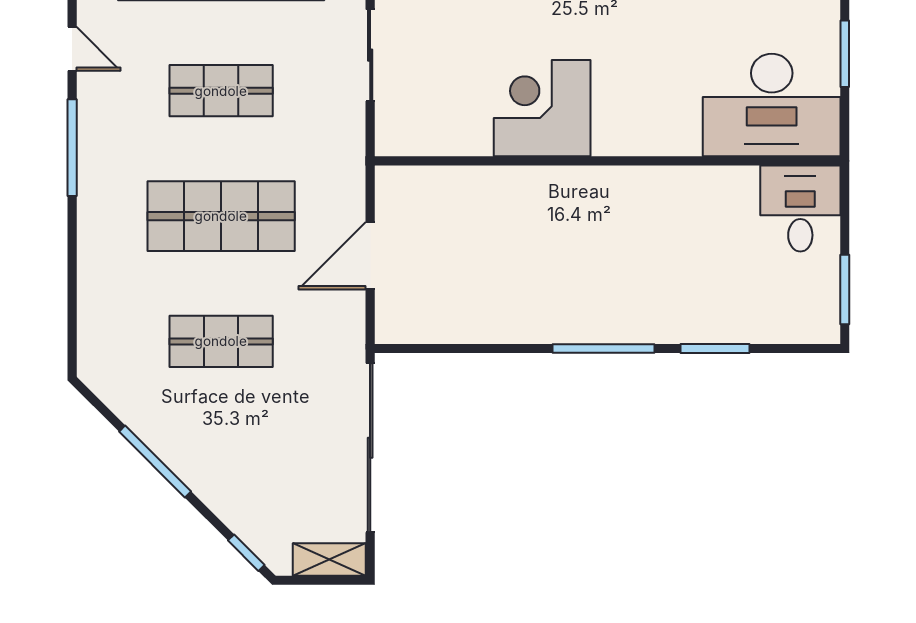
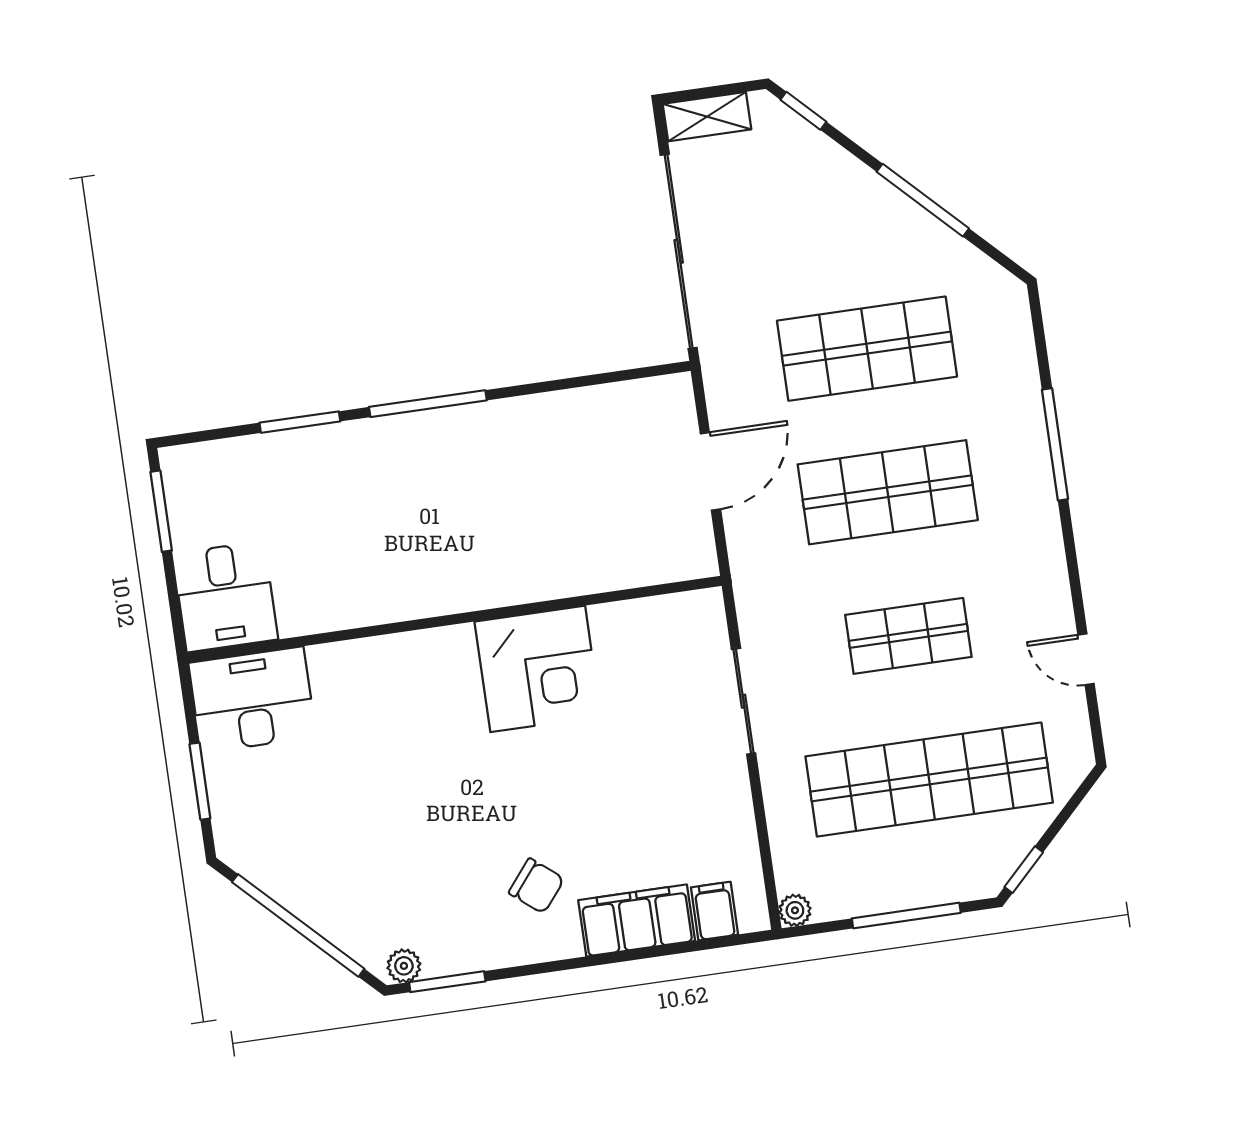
desk: (772, 105) -> (252, 700), width x0.73, depth x0.77
window: (72, 148) -> (1055, 444), moved
shop shelf: (221, 341) -> (867, 349), width x1.43, depth x1.36

